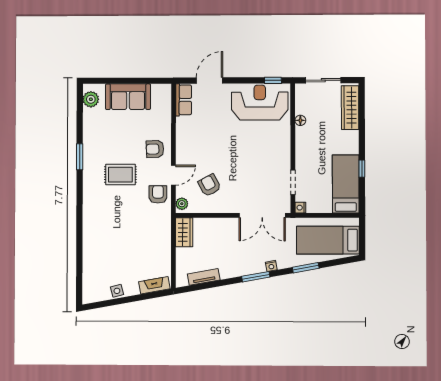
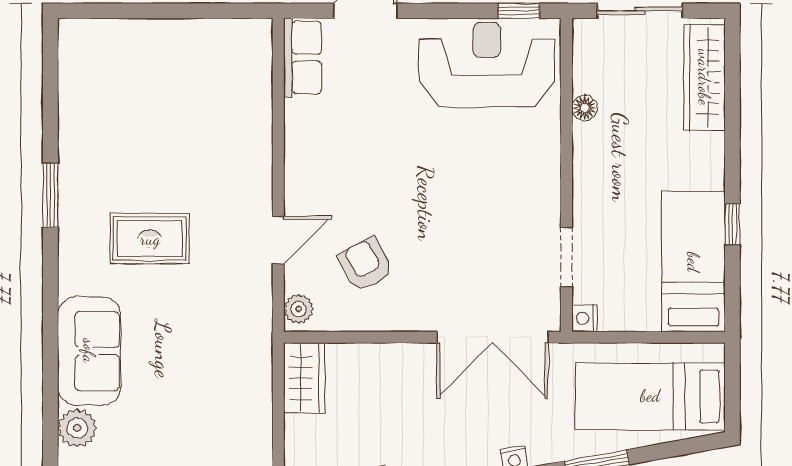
sofa: (128, 97) -> (89, 351), moved, turned -90
plant: (91, 99) -> (77, 428), moved
armchair: (155, 149) -> (233, 177), removed
armchair: (158, 194) -> (241, 287), removed

